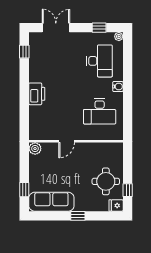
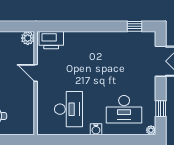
printer: (37, 94) -> (51, 40), moved
desk: (100, 111) -> (69, 109), turned 180

